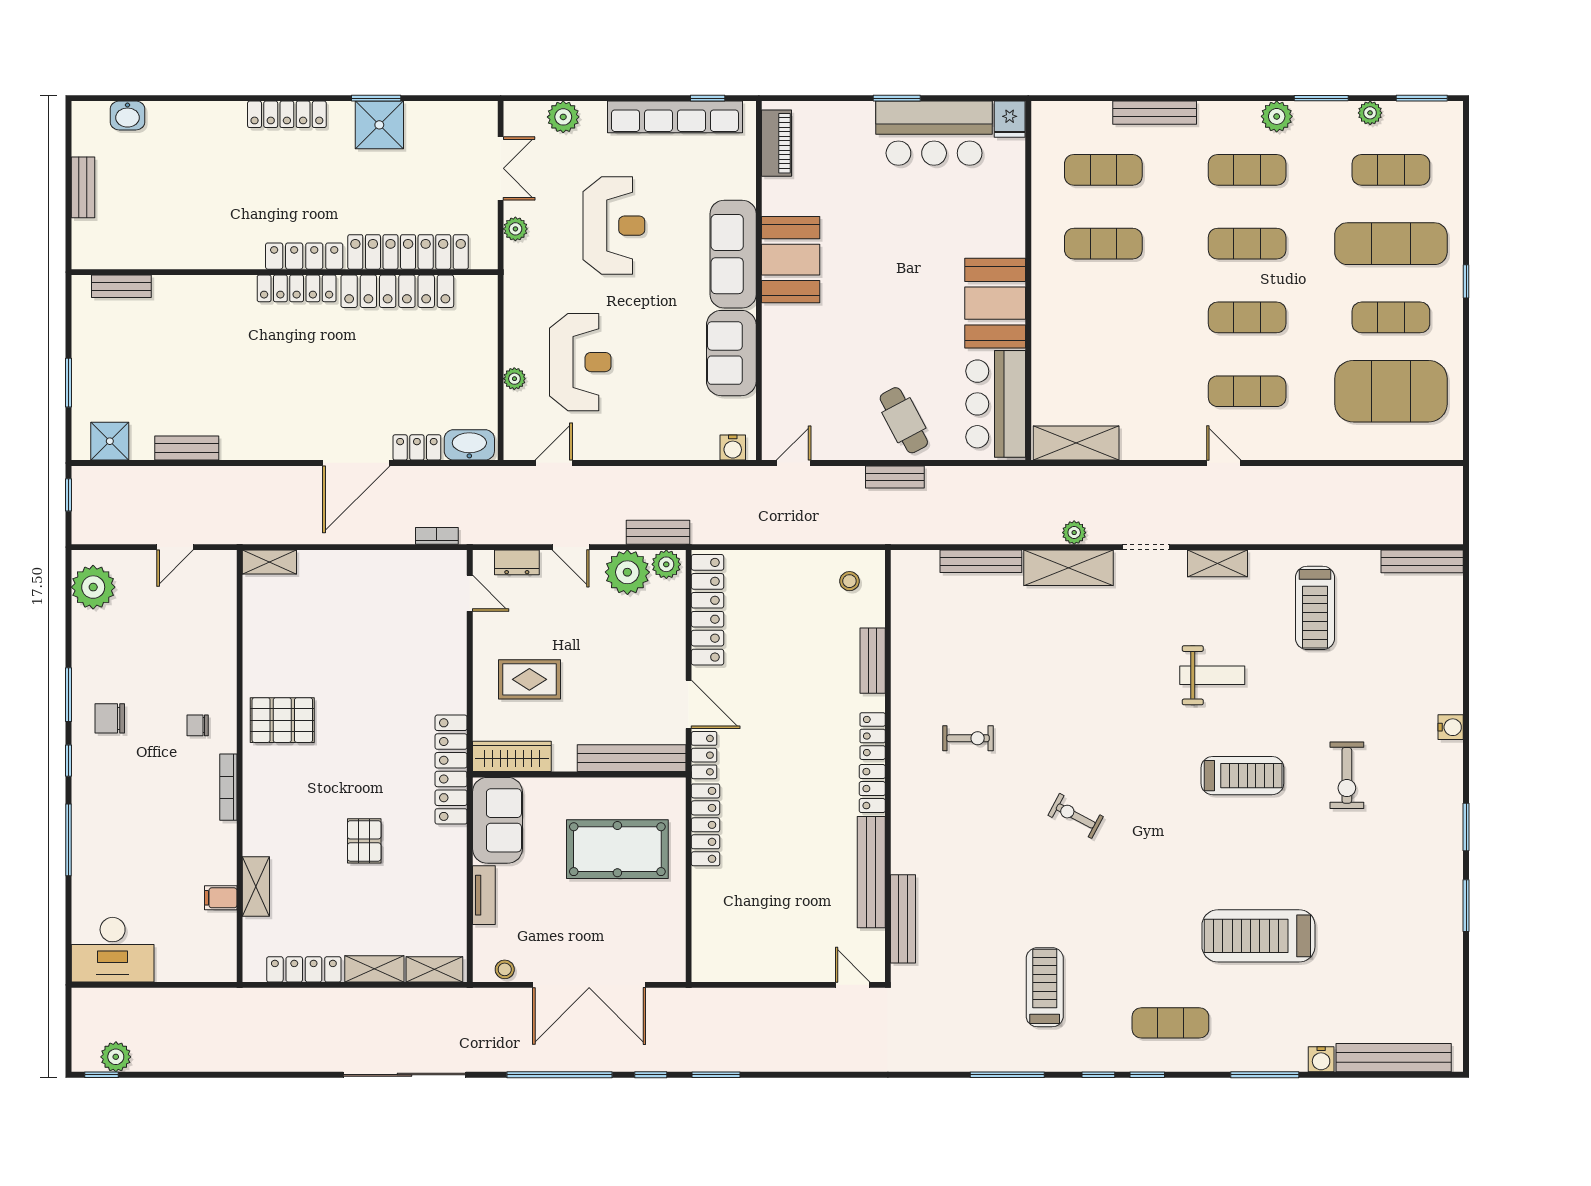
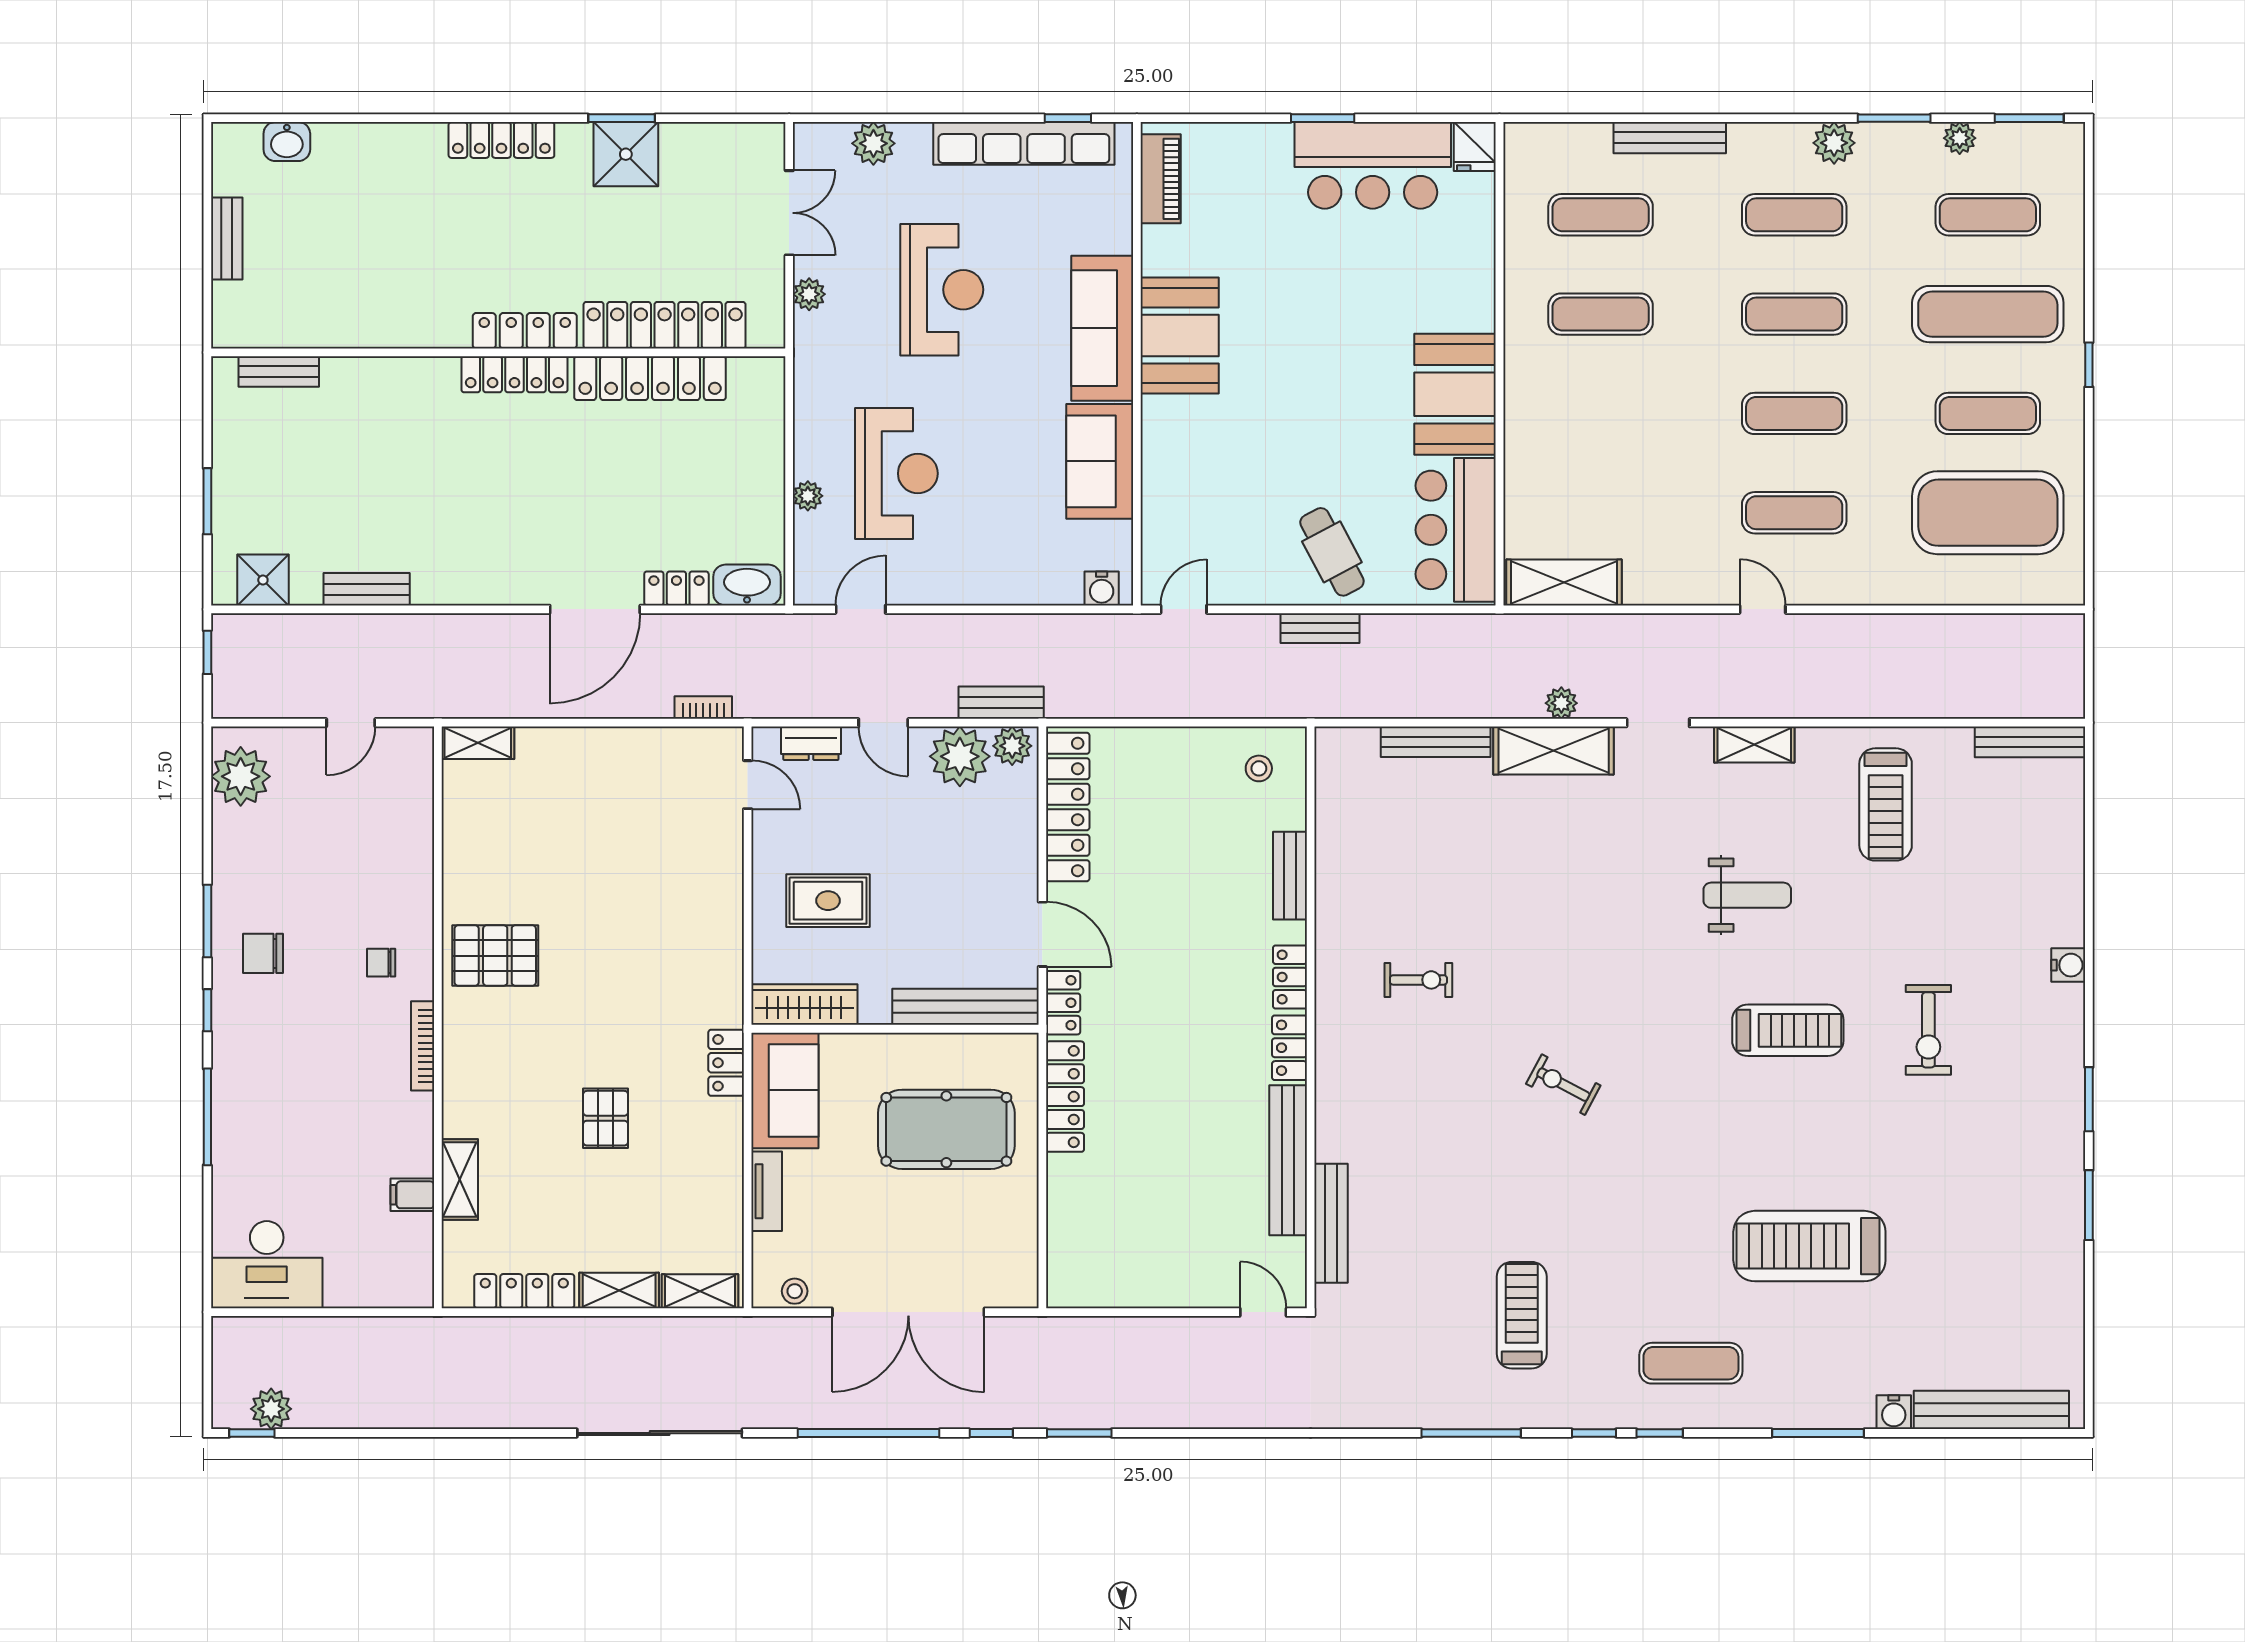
locker: (451, 770) -> (726, 1063), width x0.46, depth x0.83

